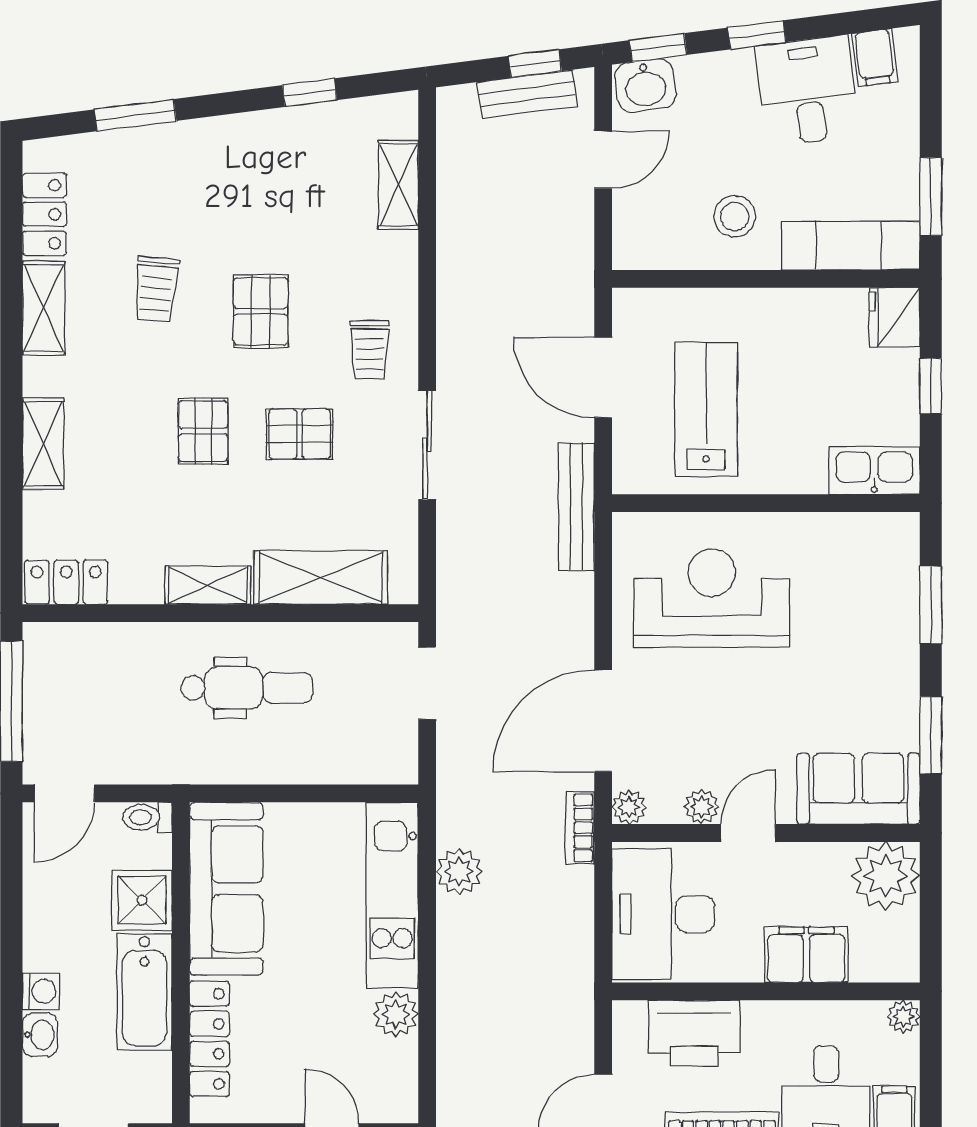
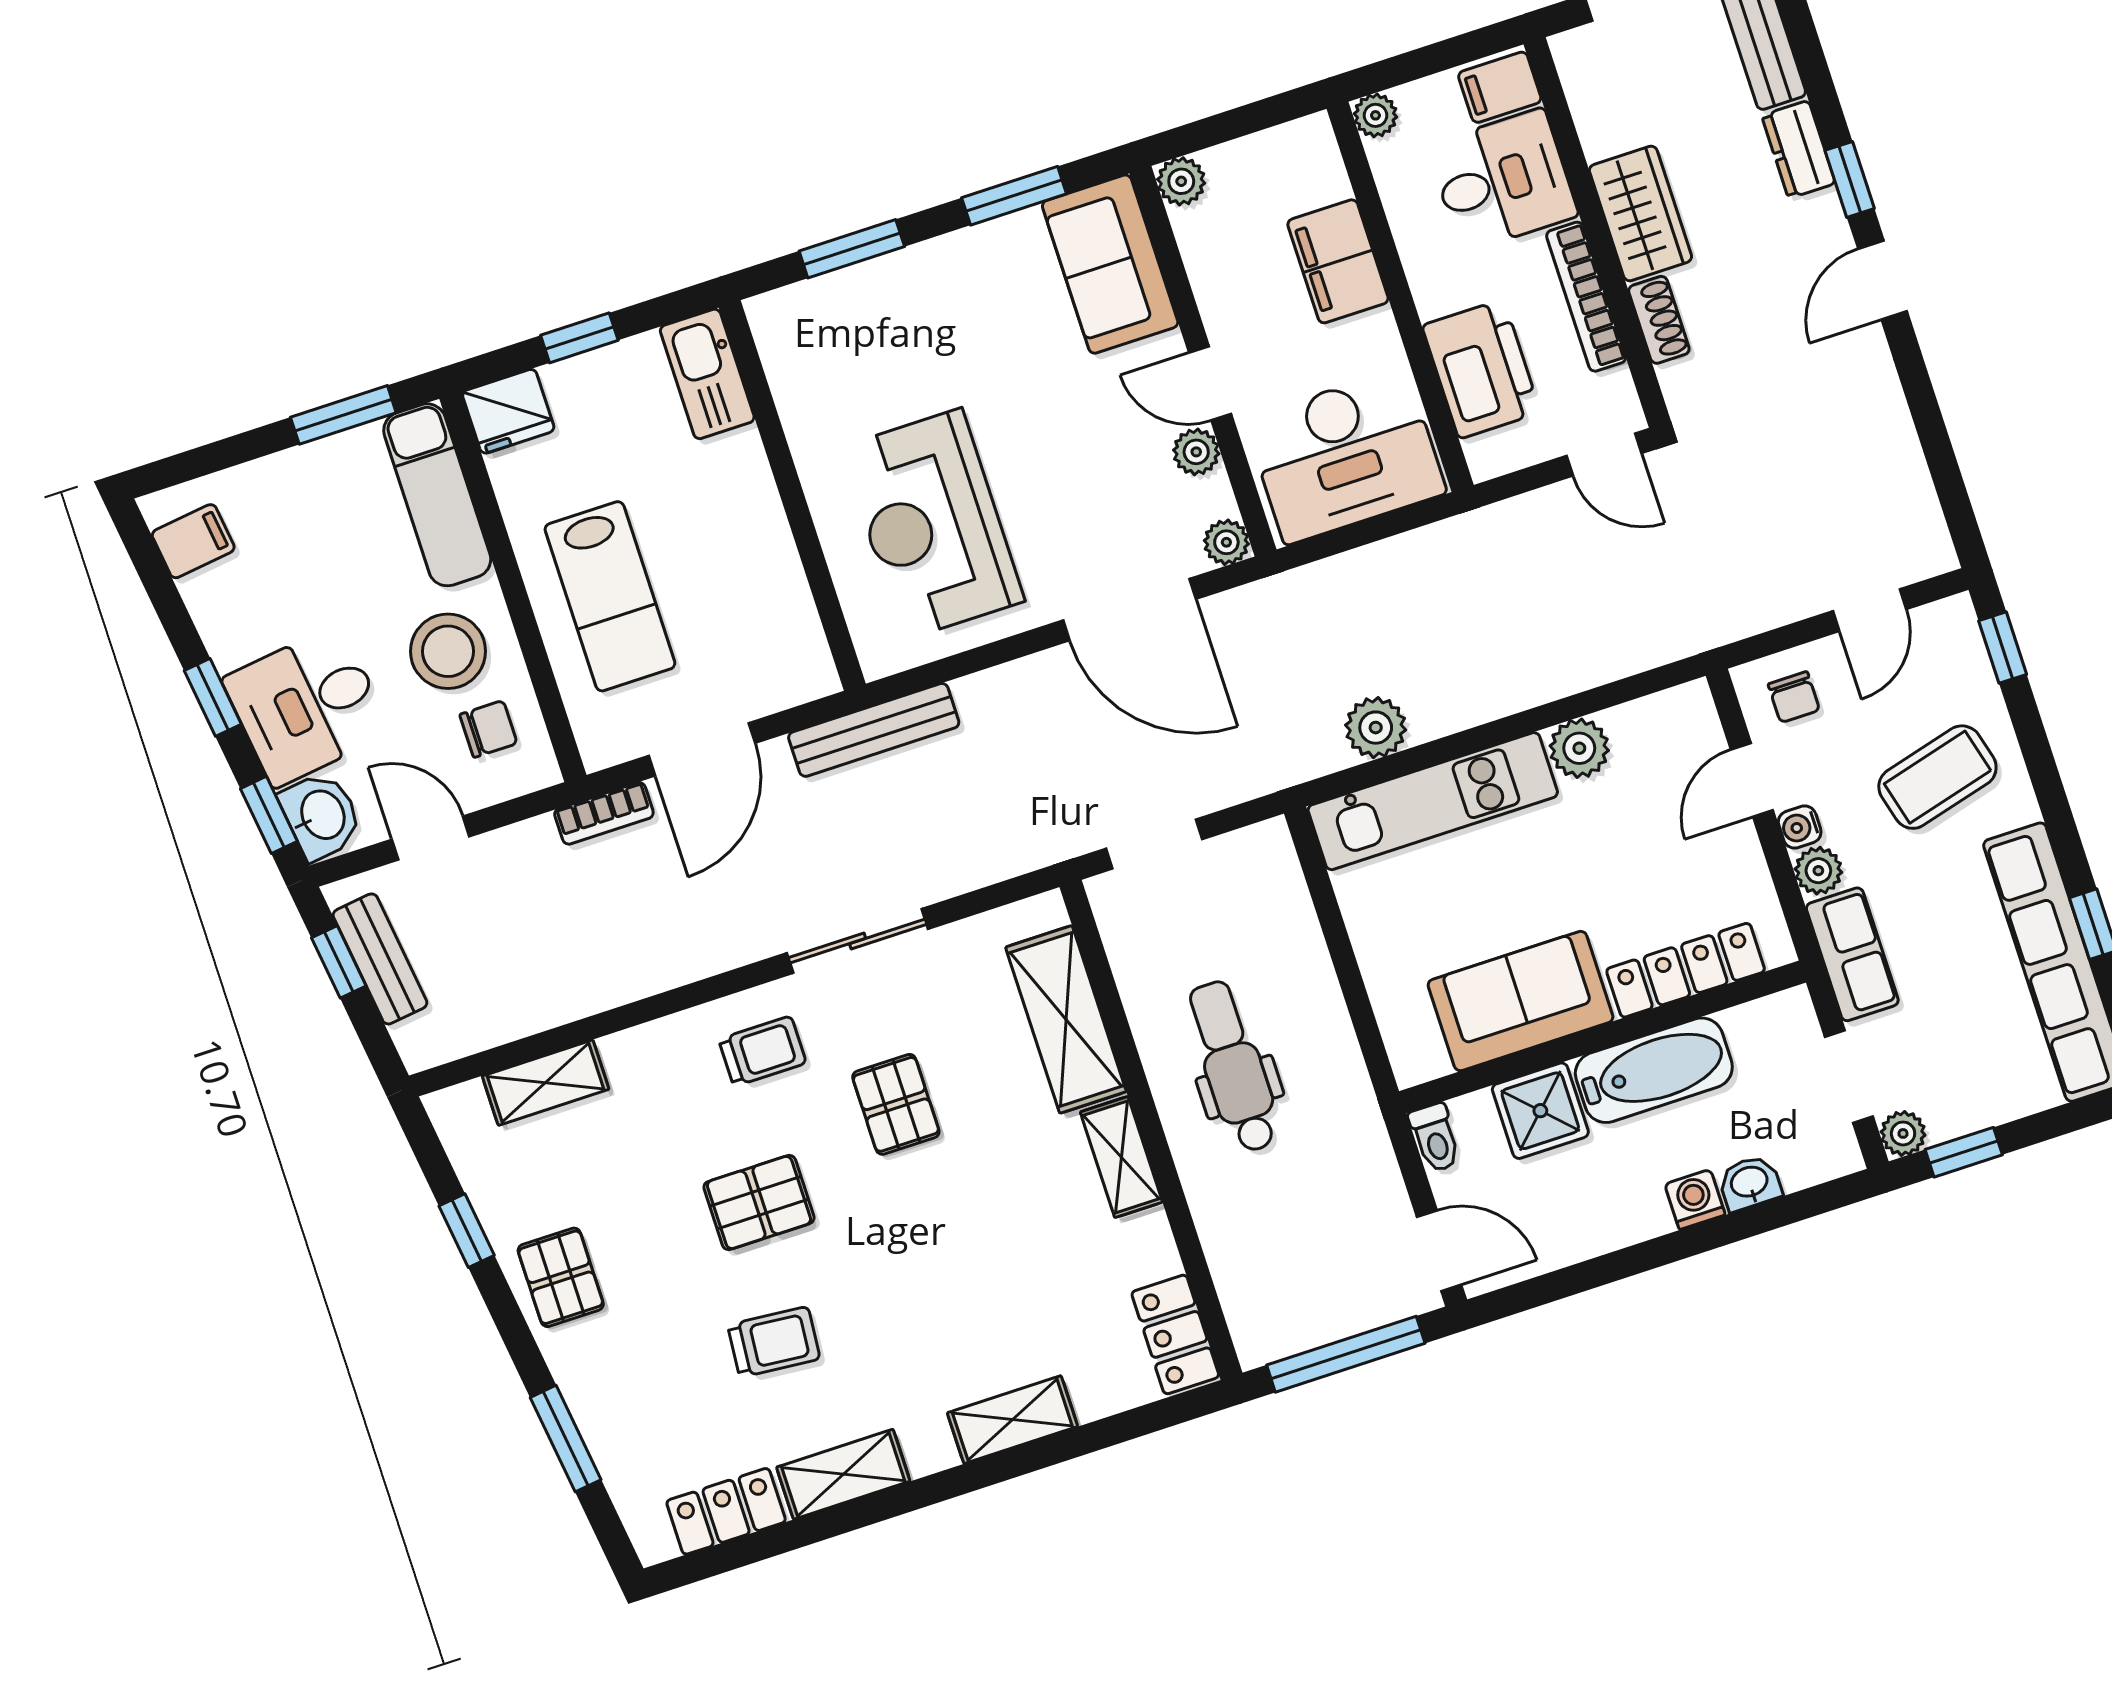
desk: (808, 91) -> (307, 706), moved
stool: (734, 216) -> (448, 651), width x1.38, depth x1.38
chair: (668, 227) -> (489, 729), added
lab bench: (706, 409) -> (610, 596), moved, turned -90
pallet: (203, 431) -> (561, 1277), moved, turned 90
bookcase: (580, 828) -> (604, 813), moved
plant: (886, 876) -> (1181, 181), width x0.53, depth x0.53
sofa: (226, 889) -> (1521, 1001), width x0.73

